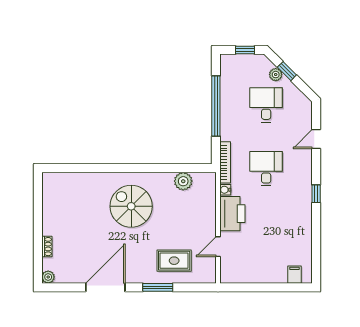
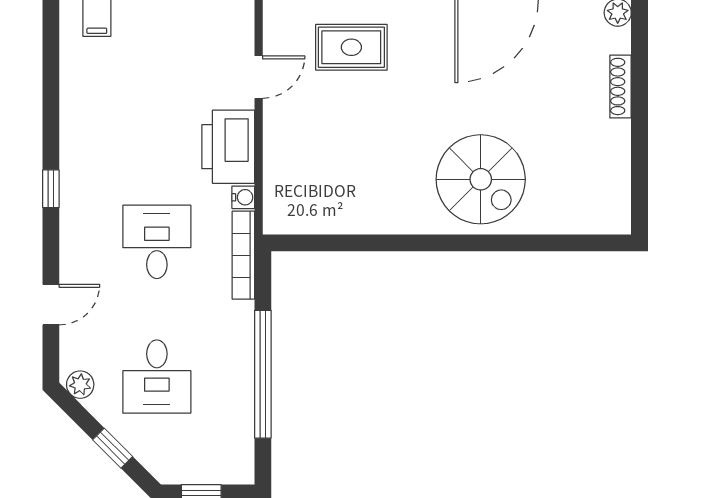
plant: (276, 75) -> (80, 385), moved
desk: (266, 169) -> (157, 242), turned 180
plant: (183, 181) -> (332, 215), removed
spiral stairs: (131, 206) -> (481, 179), moved
shoe rack: (47, 247) -> (621, 86), width x1.43

